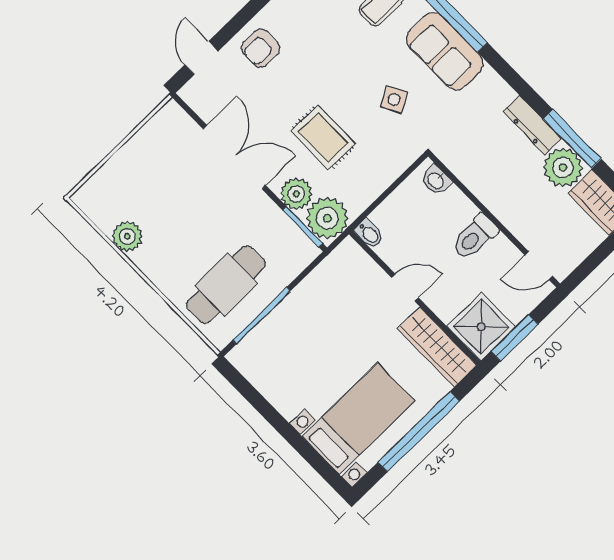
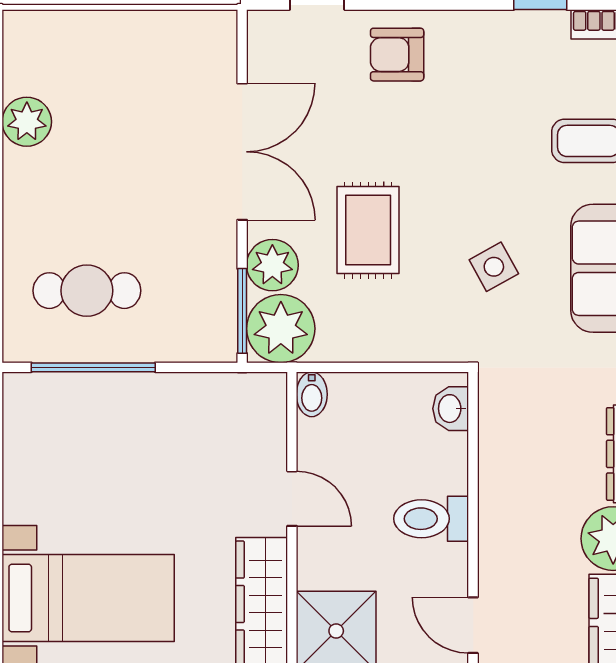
cafe table: (226, 285) -> (87, 291), width x0.73, depth x0.74

